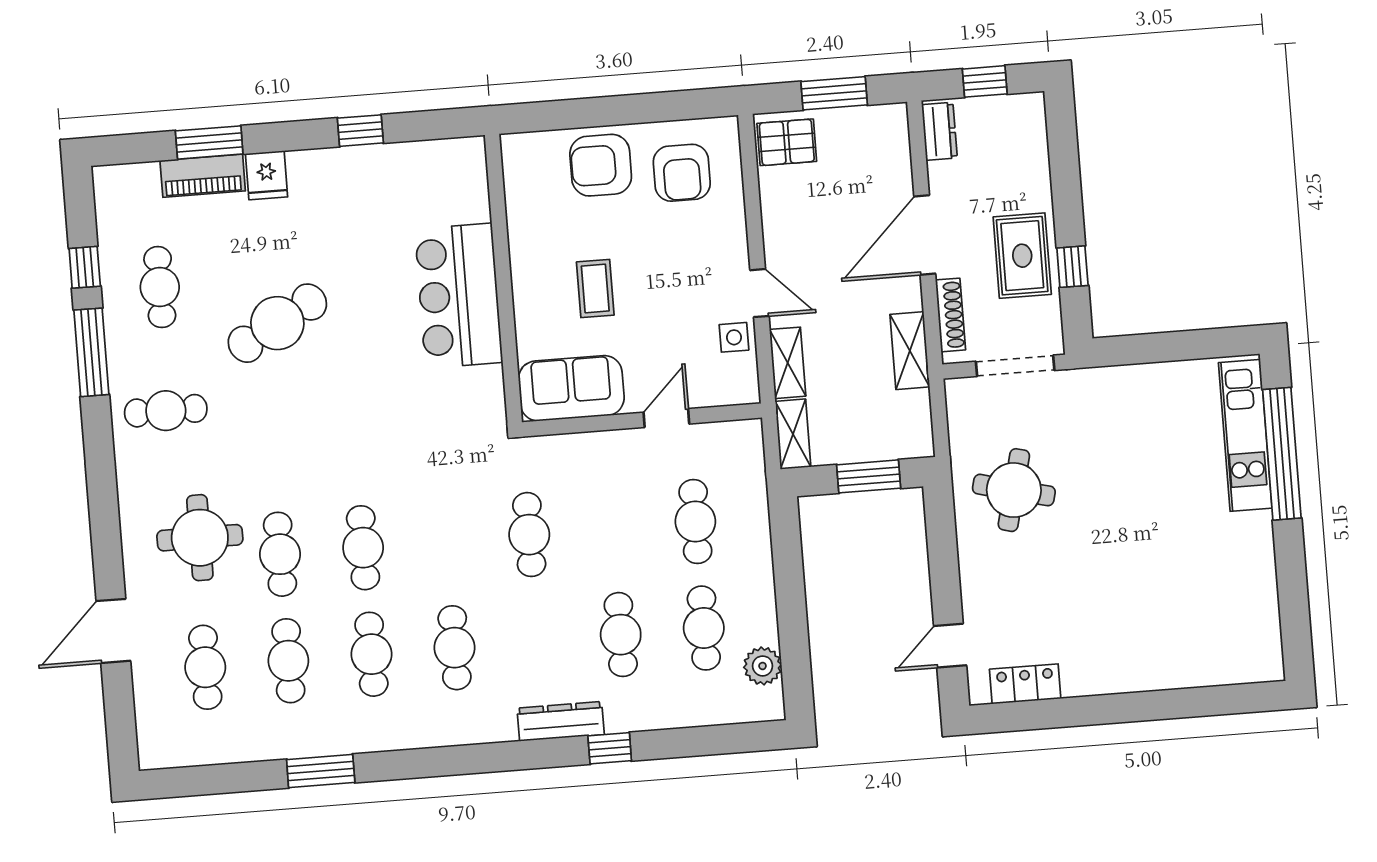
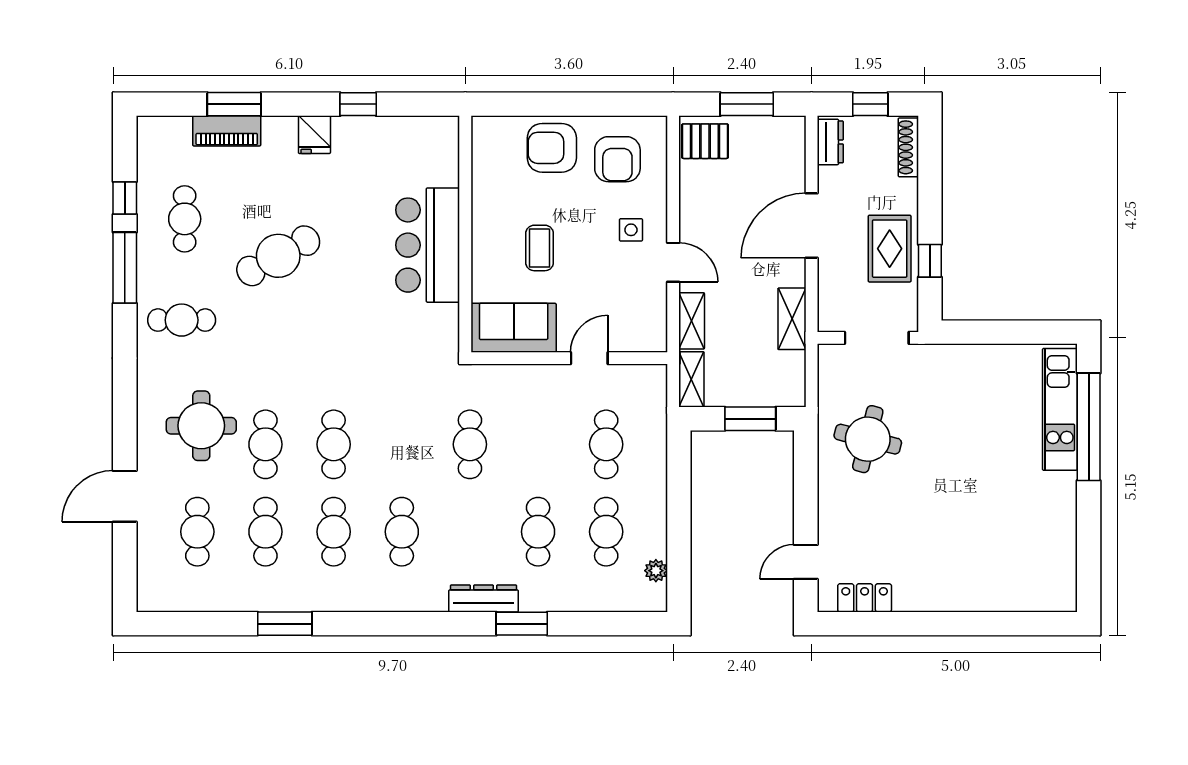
fridge: (267, 175) -> (314, 135), moved
shoe rack: (950, 315) -> (908, 147), moved, turned 180
side table: (734, 337) -> (631, 230), moved
plant: (763, 666) -> (656, 571), width x0.73, depth x0.73
window: (610, 748) -> (522, 624), width x1.50

